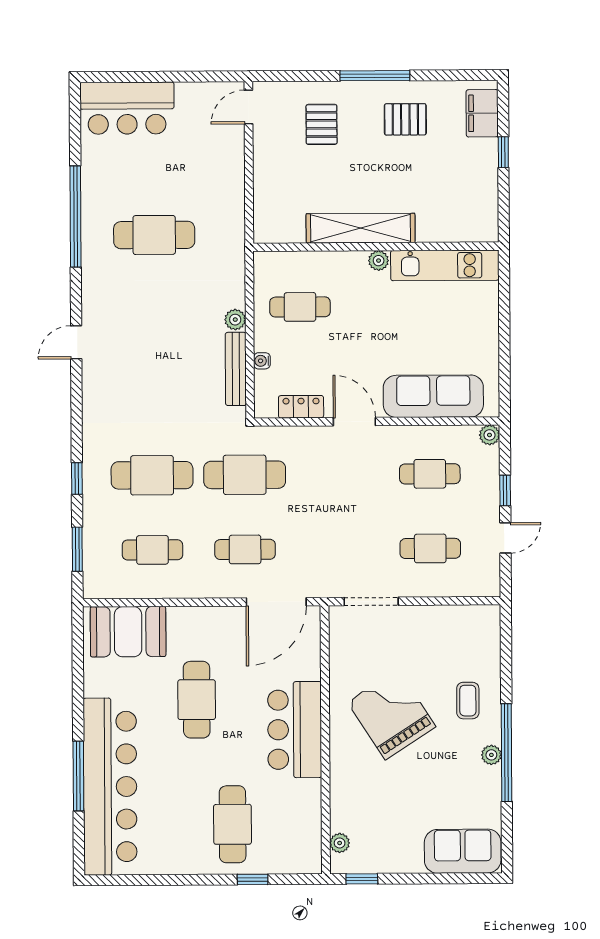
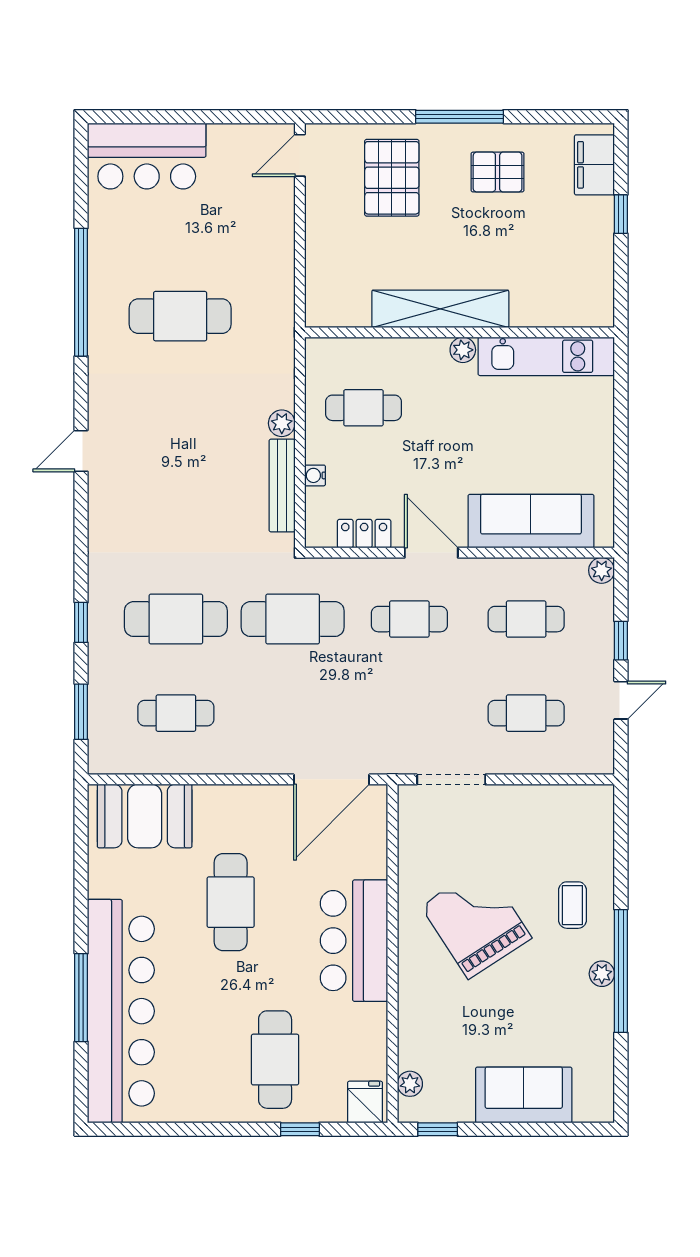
pallet: (322, 124) -> (392, 178), width x1.50, depth x1.42
cafe table: (245, 549) -> (409, 619), moved
sofa: (463, 851) -> (524, 1095), moved
fridge: (304, 858) -> (365, 1102), added

